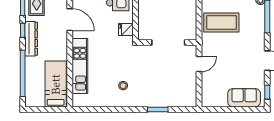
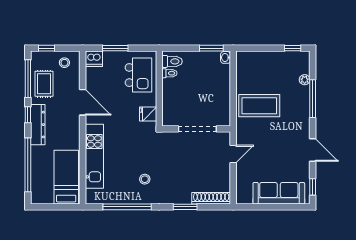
sofa: (244, 98) -> (279, 193), width x1.36
shoe rack: (180, 102) -> (211, 198), added
window: (108, 109) -> (127, 207), added

